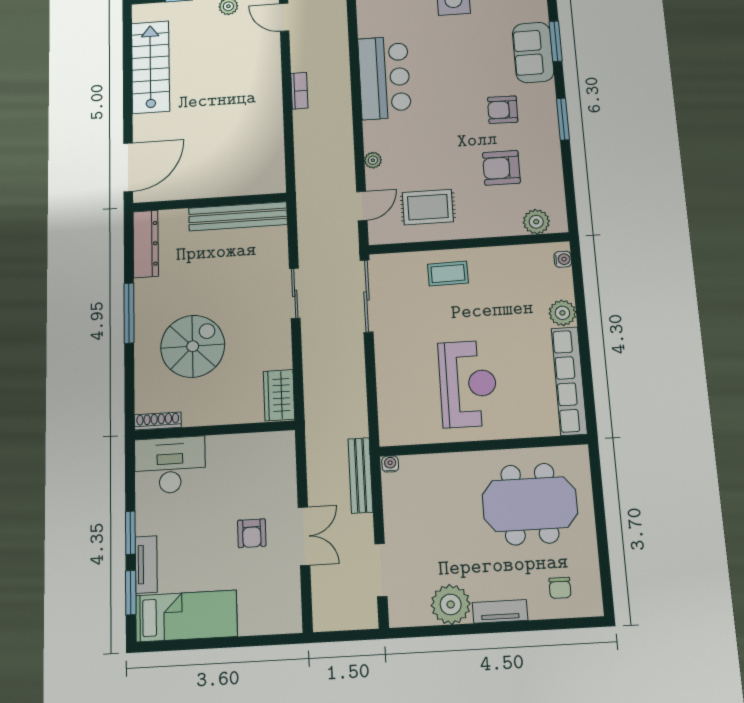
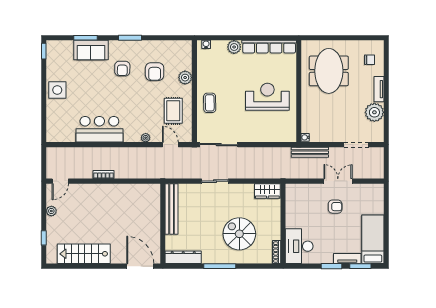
plant: (536, 222) -> (185, 78), moved

